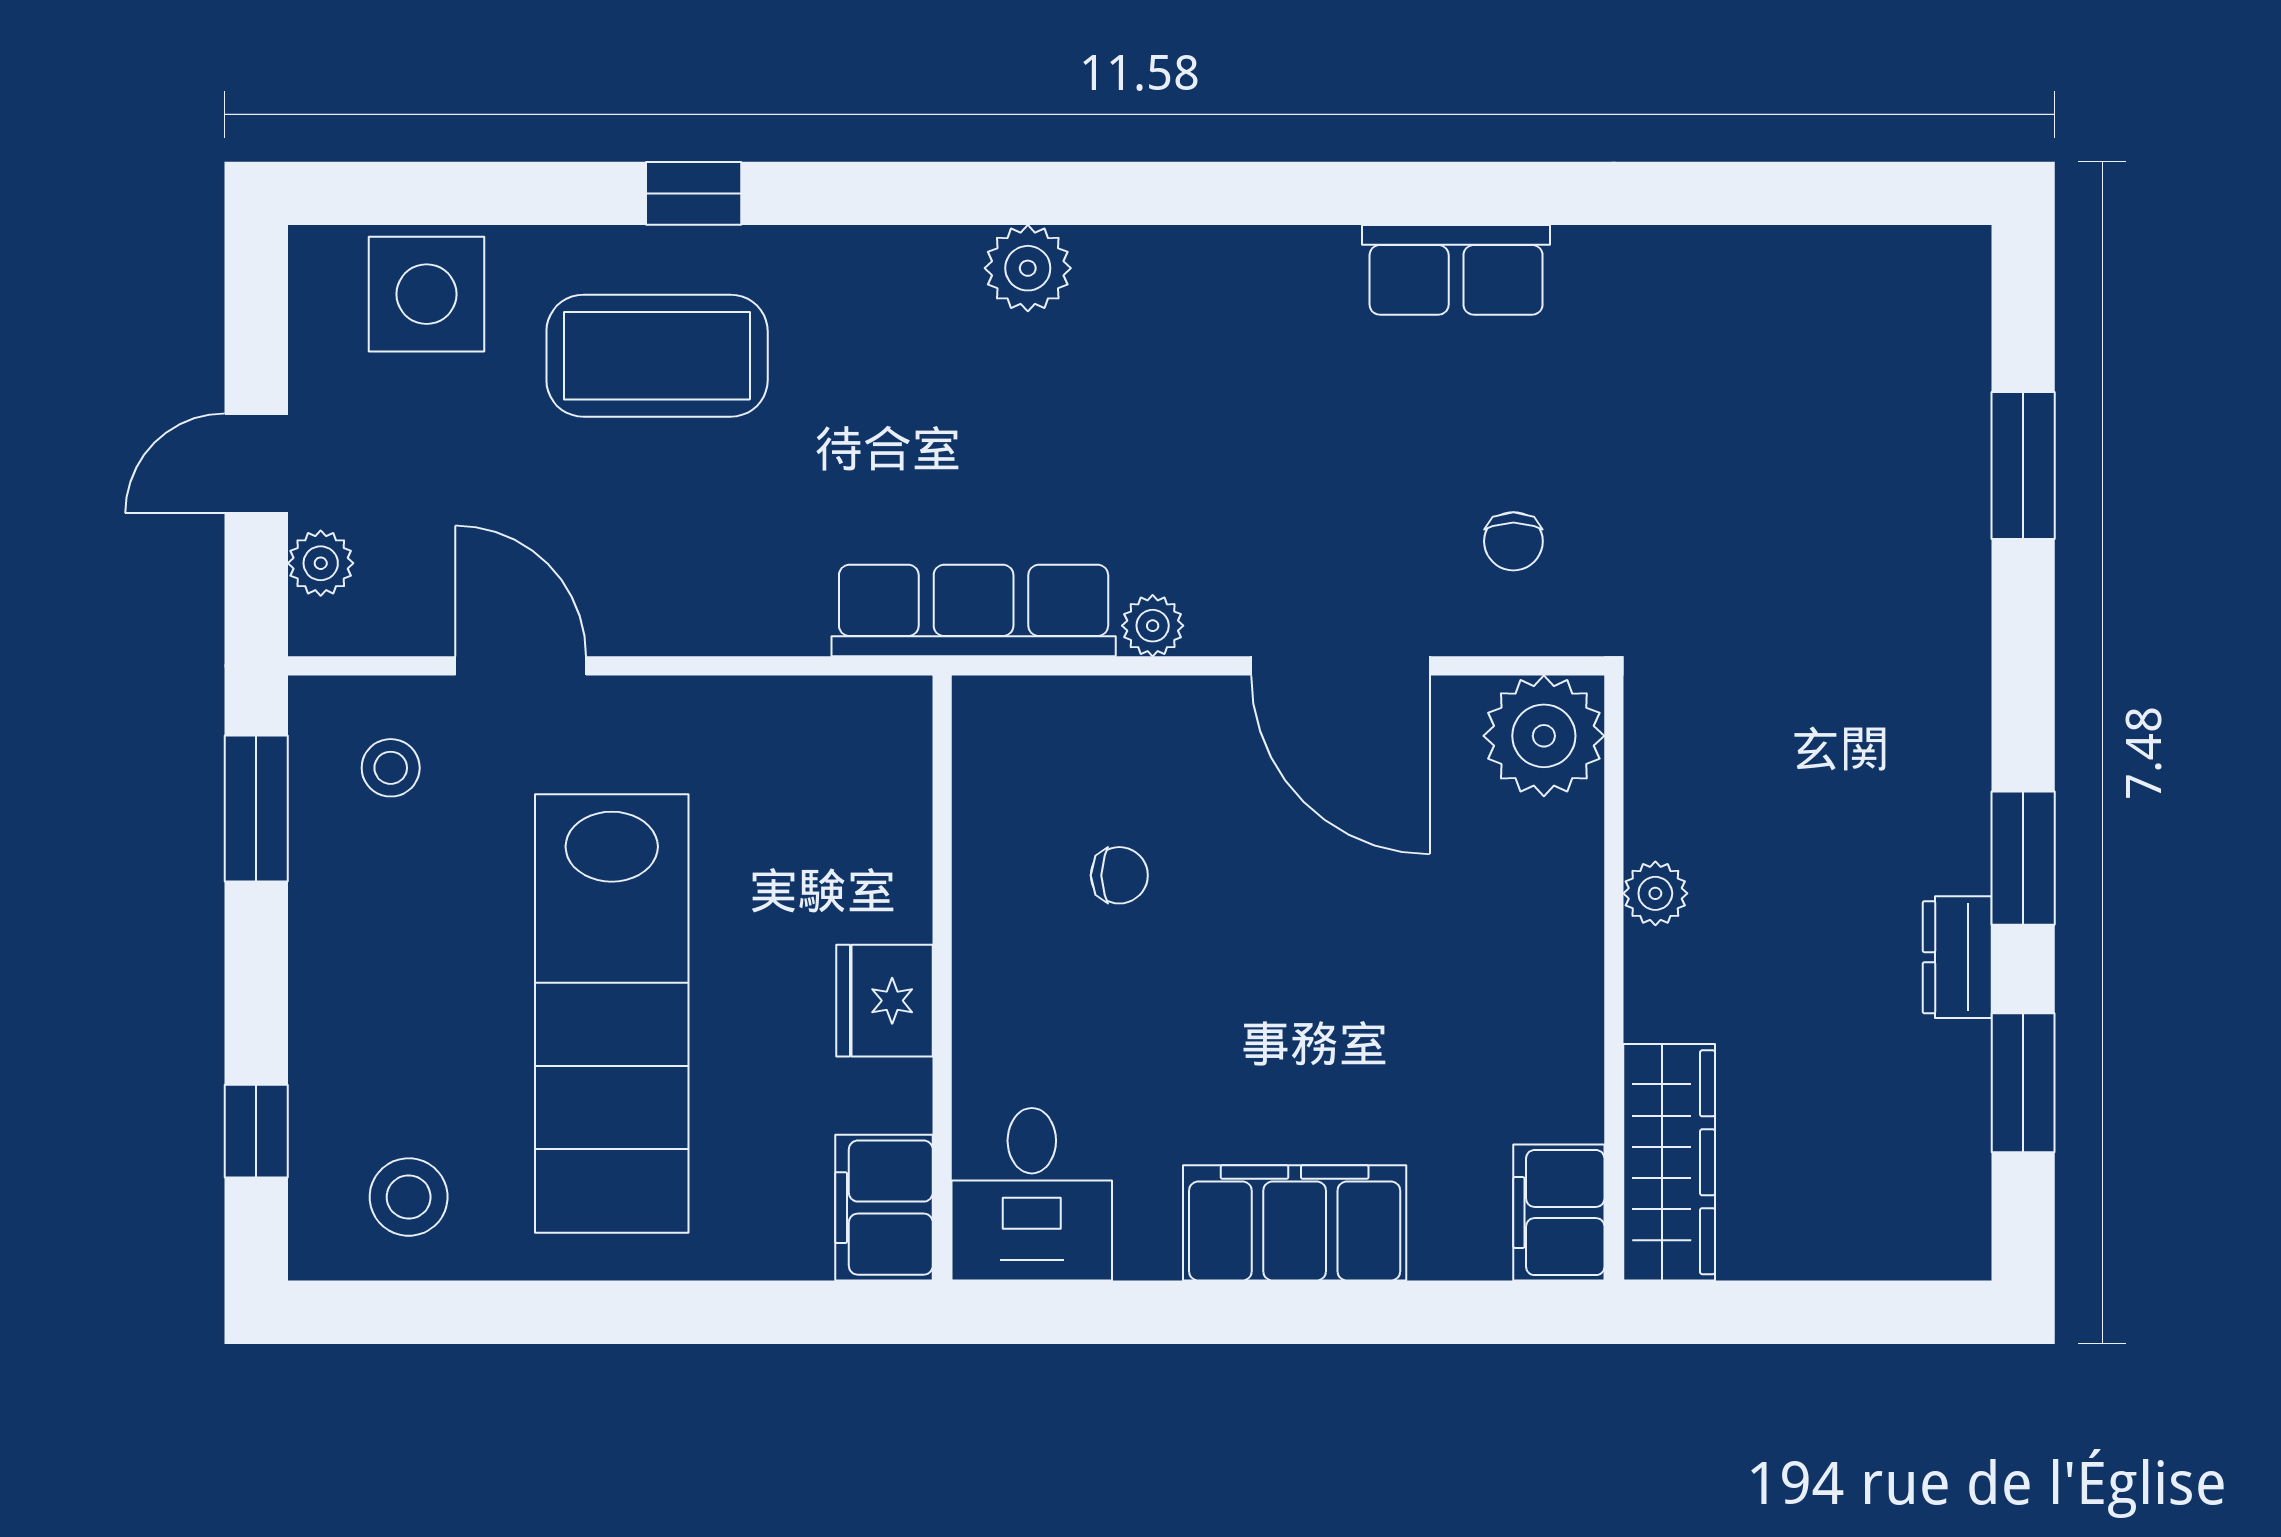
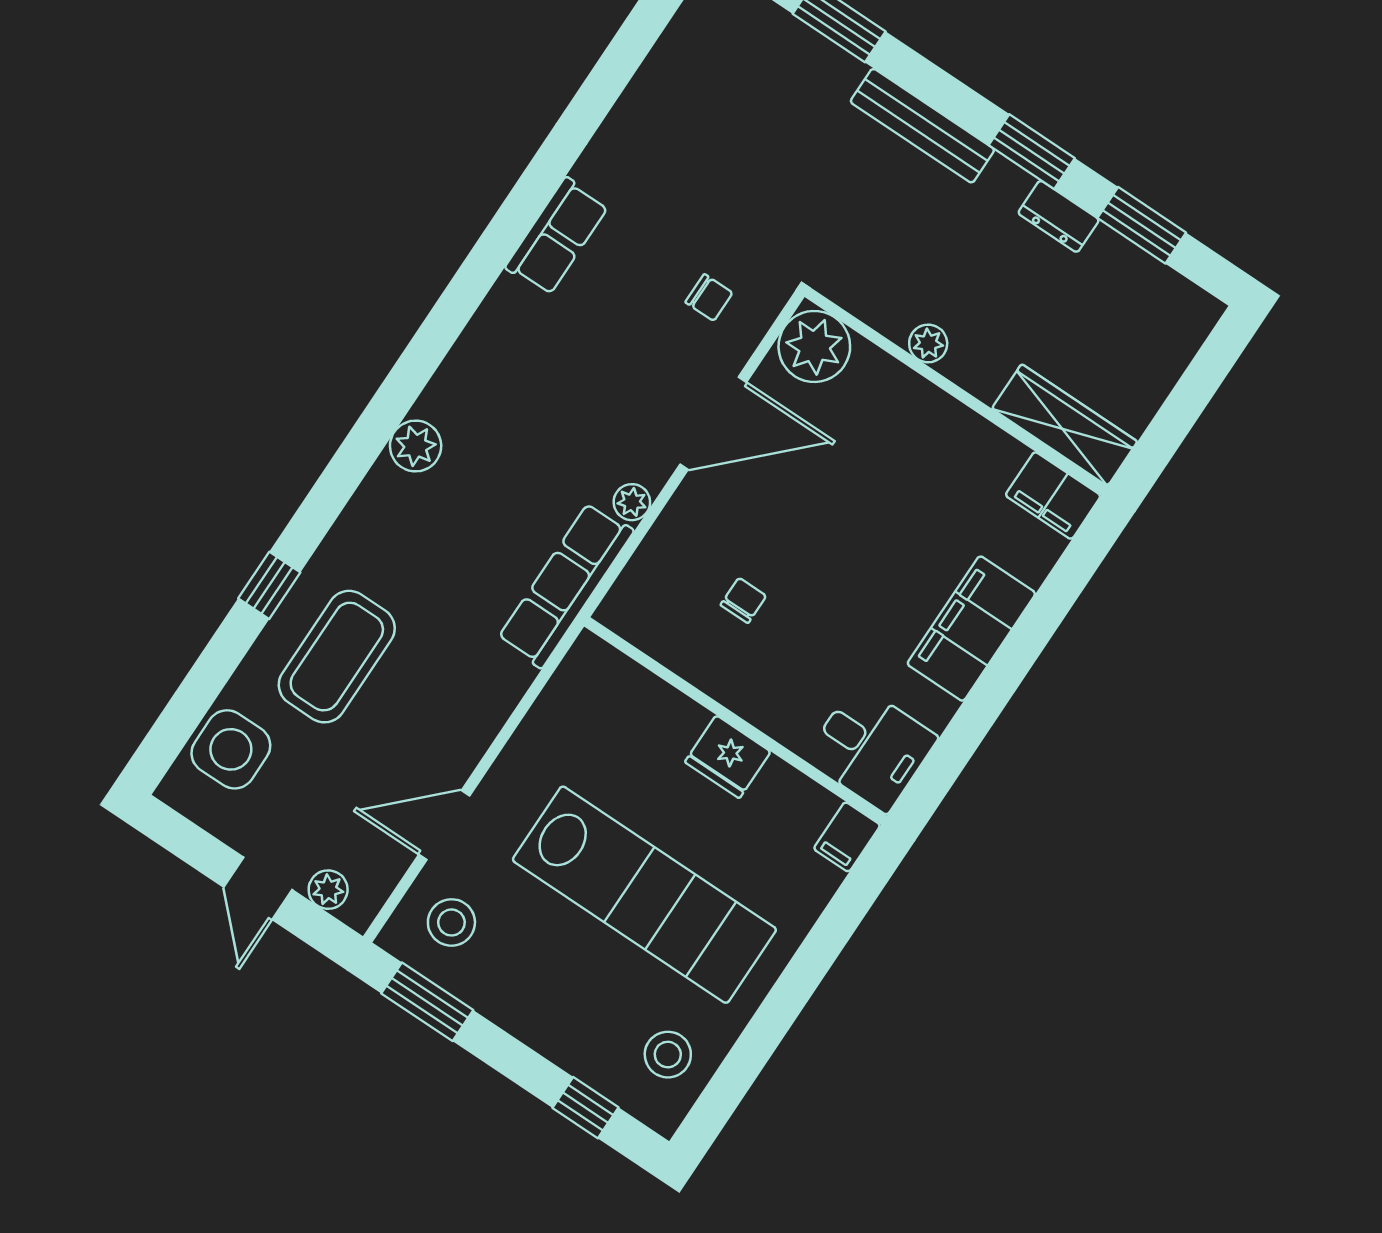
bench: (1957, 680) -> (922, 126), added
stool: (391, 768) -> (451, 922), width x1.37, depth x1.37
filing cabinet: (884, 1208) -> (847, 837), width x0.50

